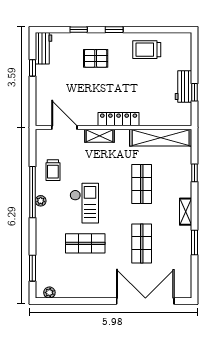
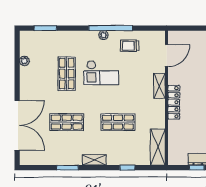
shelving: (161, 138) -> (158, 147), width x0.68
plant: (49, 293) -> (24, 61), moved

